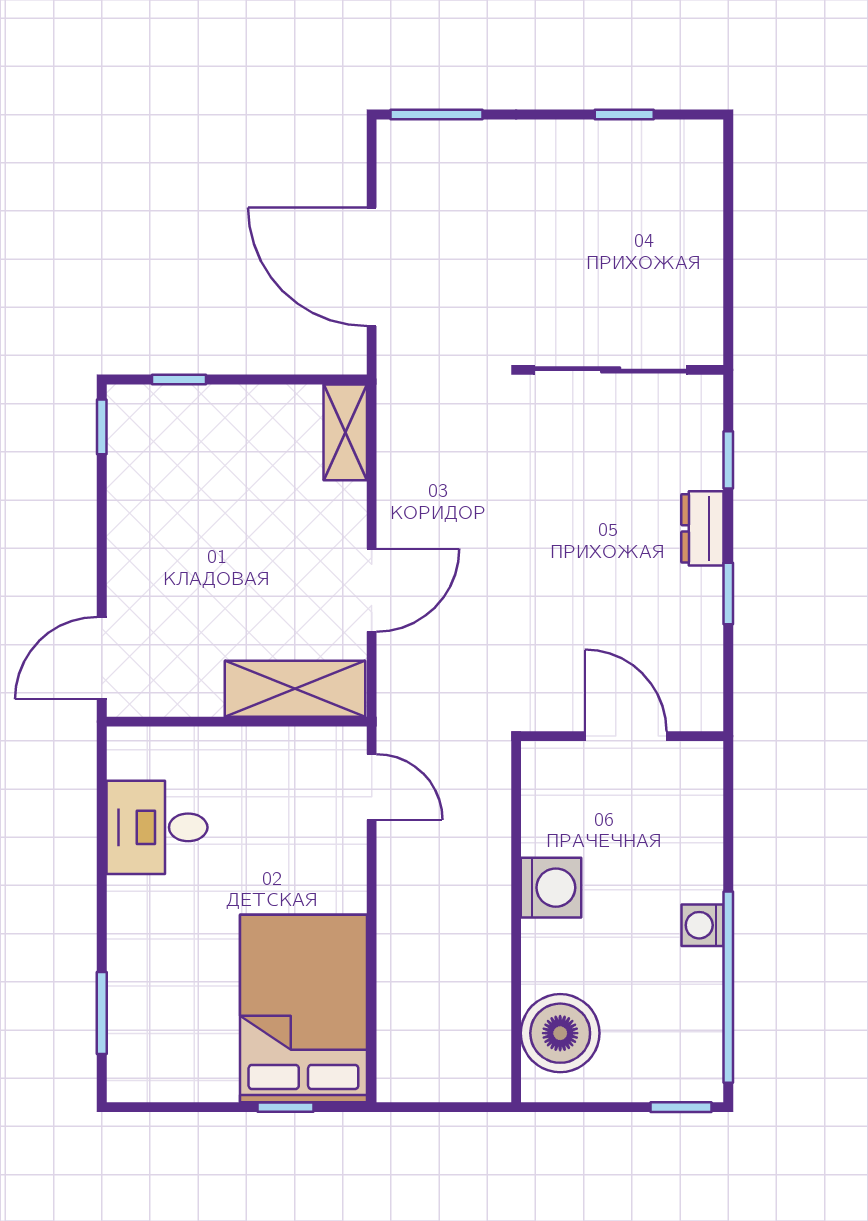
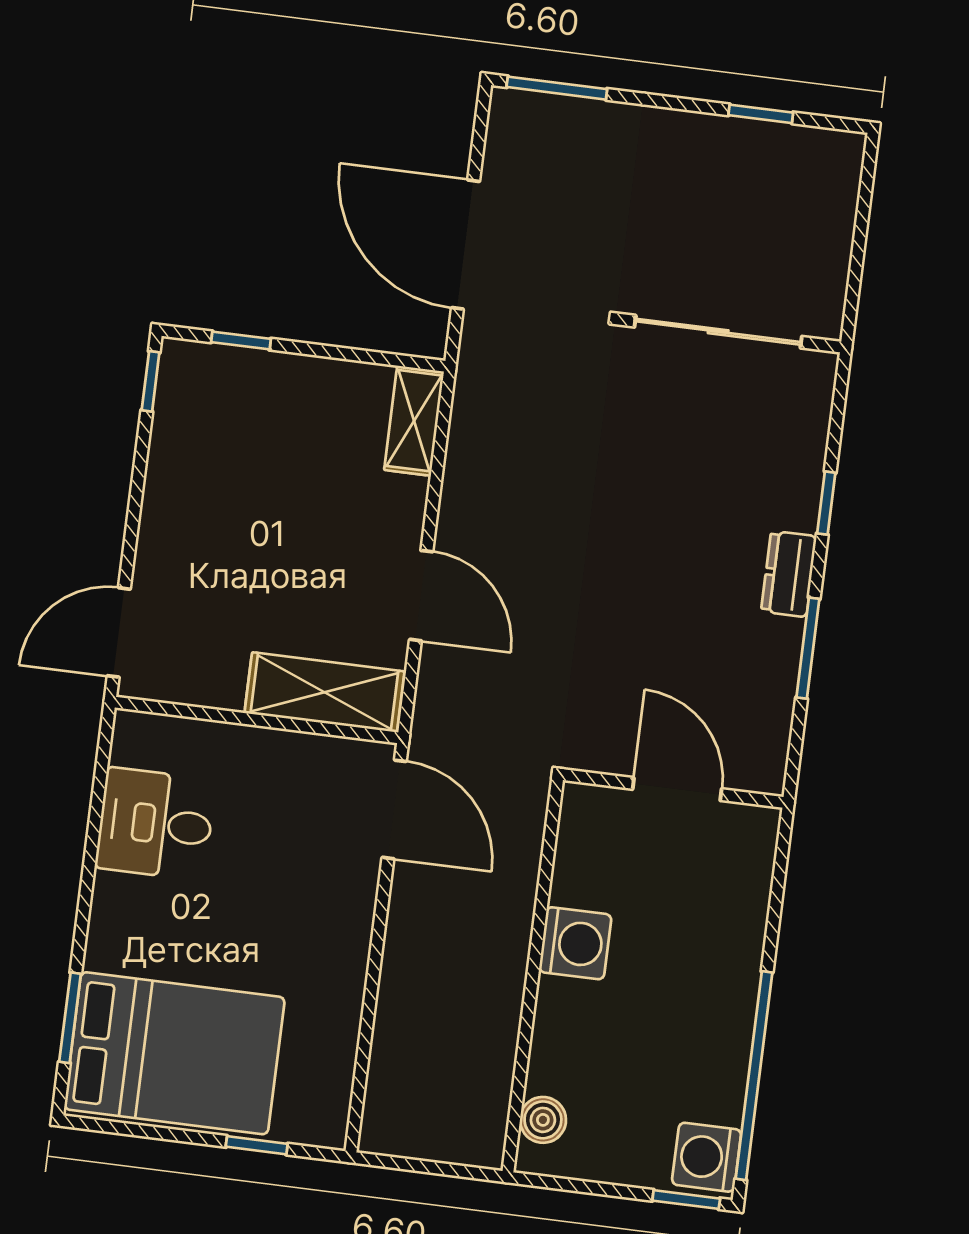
sliding door: (611, 370) -> (718, 332), moved
wall: (622, 370) -> (731, 333), moved
door: (372, 590) -> (421, 596), hinge flipped
window: (728, 593) -> (808, 648), width x1.50
door: (372, 787) -> (394, 809), width x1.38
washing machine: (703, 925) -> (707, 1157), moved, width x1.38, depth x1.38
bed: (303, 1008) -> (174, 1053), moved, turned 90
boiler: (560, 1033) -> (543, 1120), width x0.54, depth x0.54

